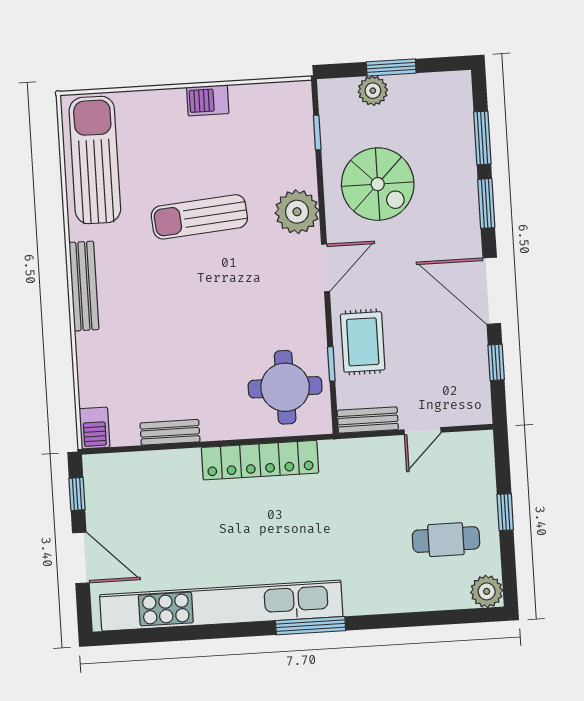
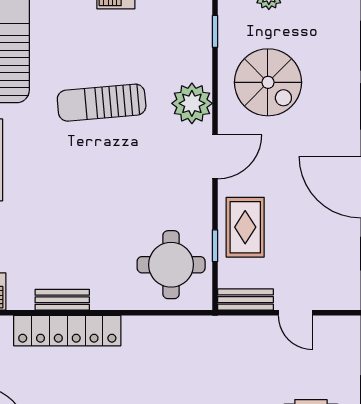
door: (423, 431) -> (295, 313), hinge flipped
locker: (260, 460) -> (67, 331), moved

